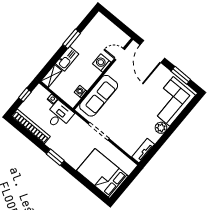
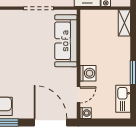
kitchen sink: (67, 59) -> (123, 99), moved
washing machine: (81, 92) -> (86, 113), moved

